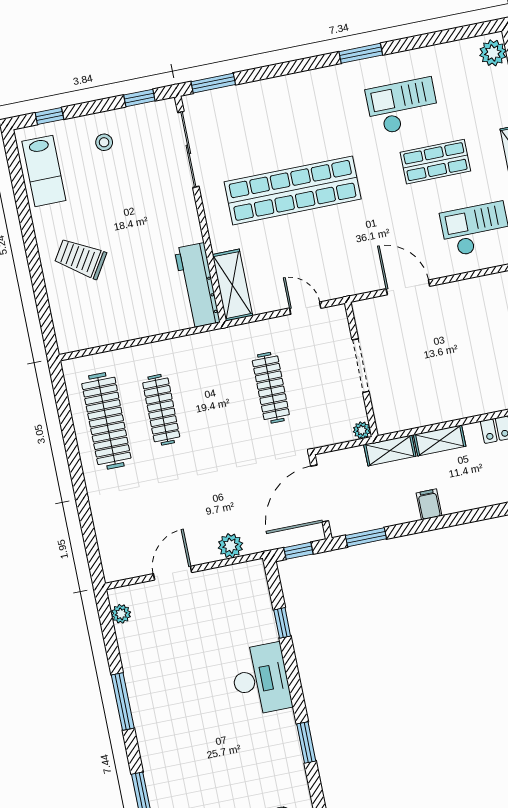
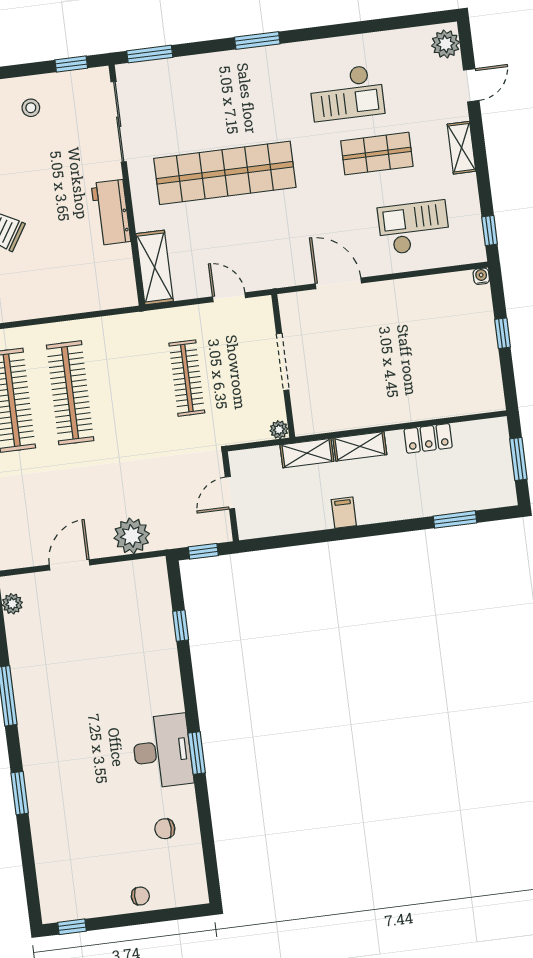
window: (361, 53) -> (257, 40), moved
checkout: (403, 106) -> (347, 93), turned 180
workbench: (197, 285) -> (111, 212), moved, width x0.73
clothes rail: (161, 410) -> (70, 393), width x1.37, depth x1.31
door: (320, 493) -> (230, 493), width x0.53
window: (366, 537) -> (275, 542), removed
plant: (230, 546) -> (132, 536), width x1.36, depth x1.36
desk: (261, 679) -> (162, 751), moved

